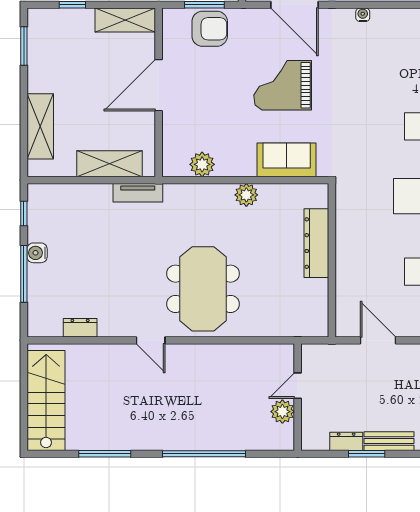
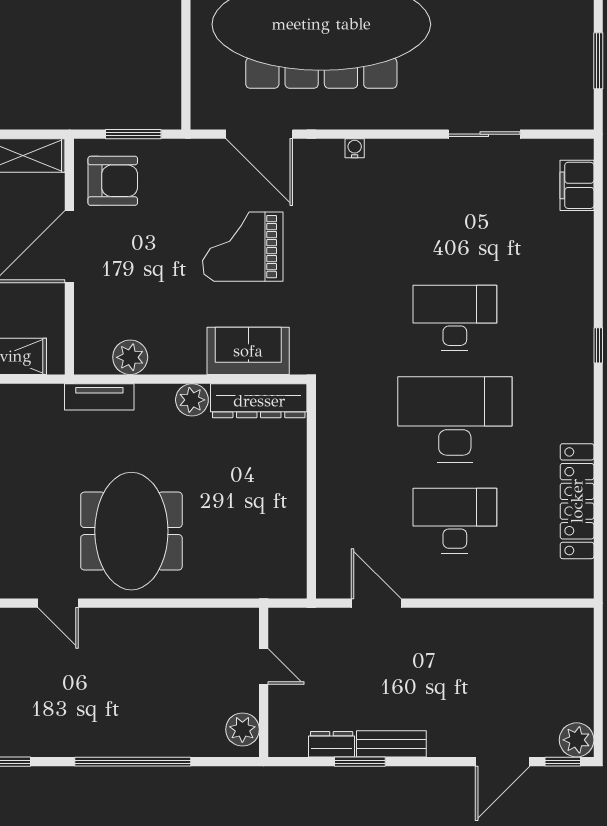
armchair: (210, 29) -> (113, 181), moved
tv unit: (138, 193) -> (99, 397), moved
dresser: (316, 243) -> (259, 401), moved, turned -90
door: (298, 386) -> (264, 666), swing flipped
plant: (282, 412) -> (242, 729), moved

